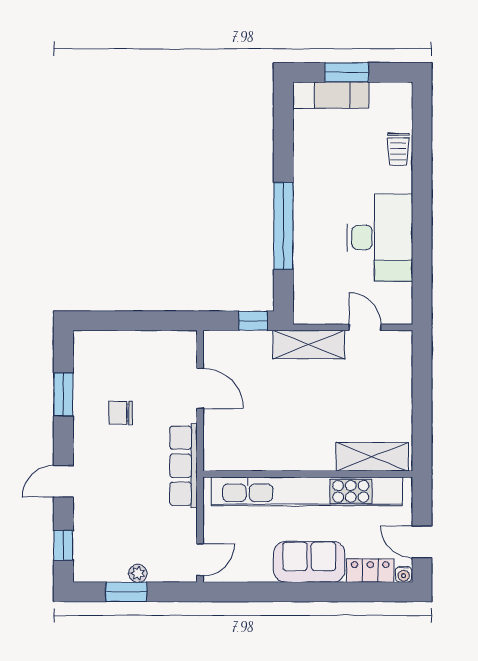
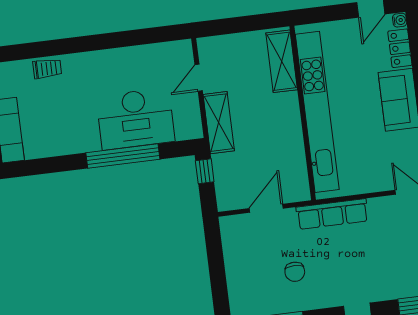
desk: (380, 238) -> (135, 119), moved, turned 180
shelving: (372, 457) -> (282, 61), moved
wall: (308, 474) -> (303, 113), moved
kitchen unit: (307, 491) -> (317, 112), moved

